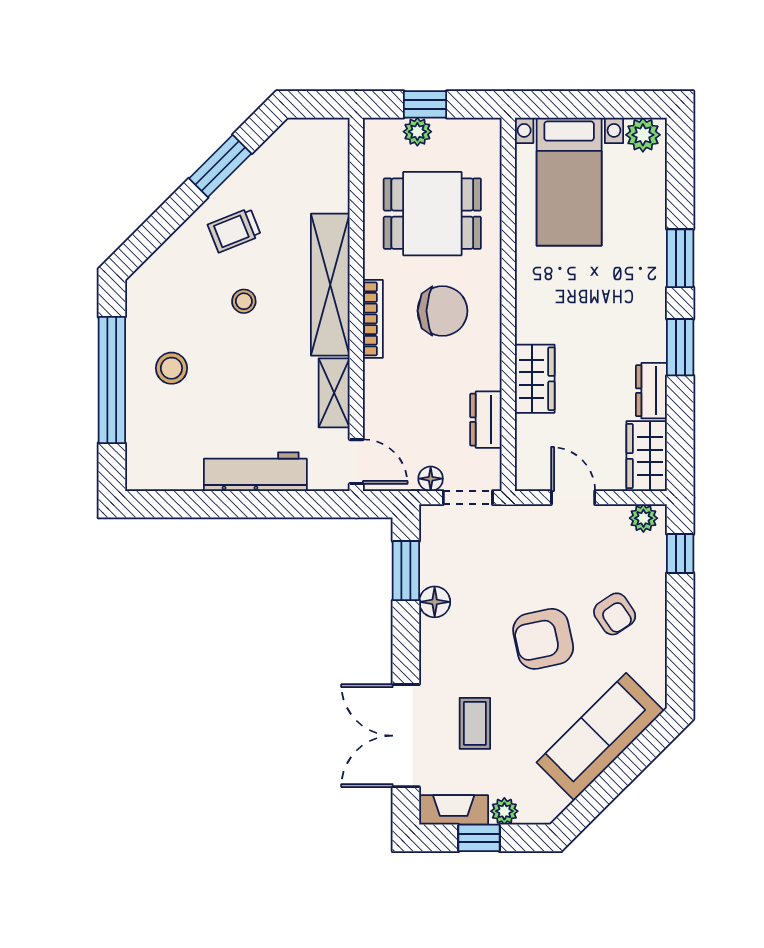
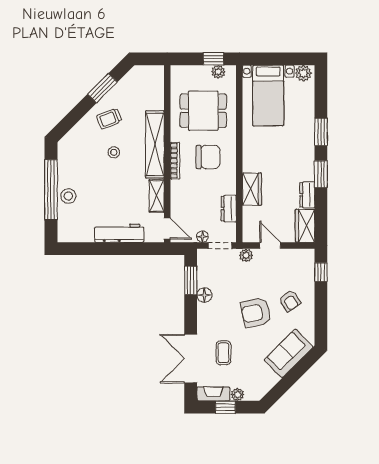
window: (425, 104) -> (213, 59), moved
plant: (417, 132) -> (218, 72), moved
stool: (171, 368) -> (68, 196), moved
plant: (643, 518) -> (246, 255), moved
sofa: (600, 737) -> (289, 353), width x0.73

